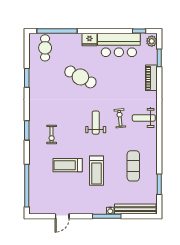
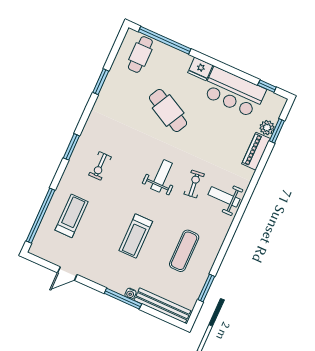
plant: (152, 41) -> (267, 128), moved
treadmill: (68, 165) -> (72, 216), moved, turned 90

